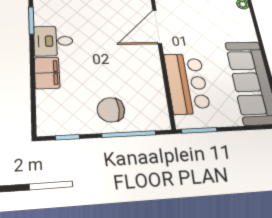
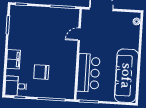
door: (157, 27) -> (79, 34), width x0.53
desk: (53, 41) -> (16, 86), moved
chair: (111, 110) -> (41, 72), moved

